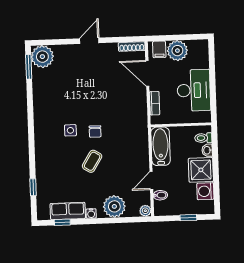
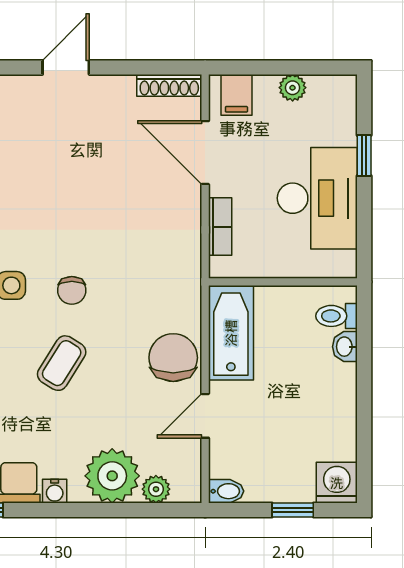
plant: (177, 51) -> (293, 88), width x0.53, depth x0.53
window: (212, 72) -> (364, 155), added
chair: (137, 157) -> (173, 358), added
shower: (201, 170) -> (328, 394), removed
washing machine: (205, 191) -> (337, 483), moved, turned 90
bidet: (160, 195) -> (226, 491), moved
plant: (145, 211) -> (156, 489), moved

